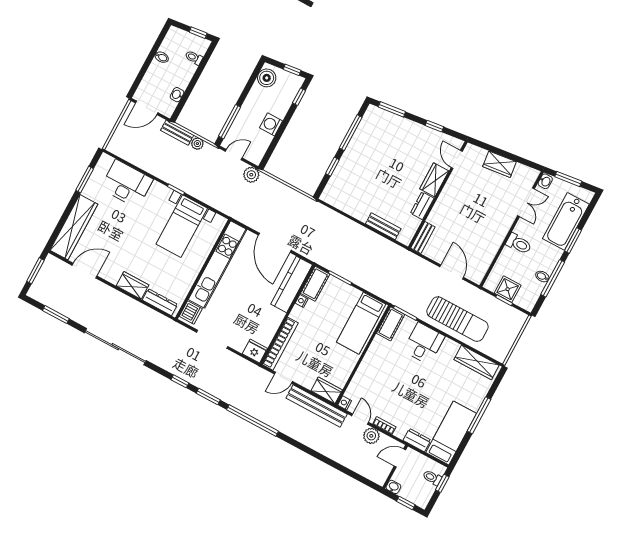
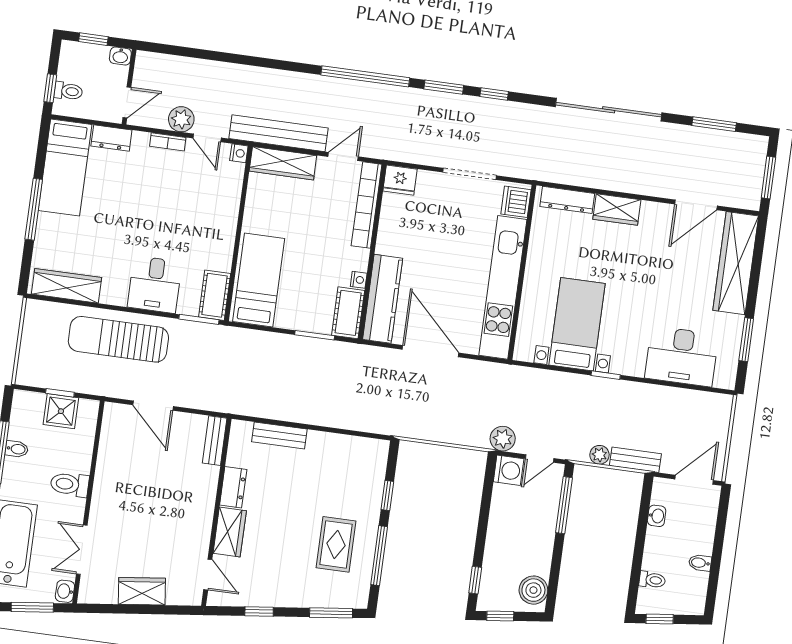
washing machine: (271, 124) -> (509, 470), moved
rug: (374, 149) -> (336, 544), added
wardrobe: (327, 390) -> (283, 163), width x1.50

